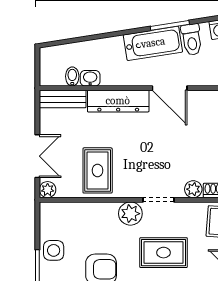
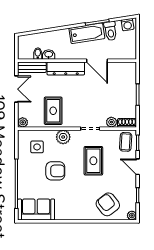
double door: (37, 156) -> (16, 89), moved
plant: (130, 214) -> (63, 137), moved
side table: (54, 250) -> (37, 147), moved
rug: (164, 253) -> (93, 161), turned 90

